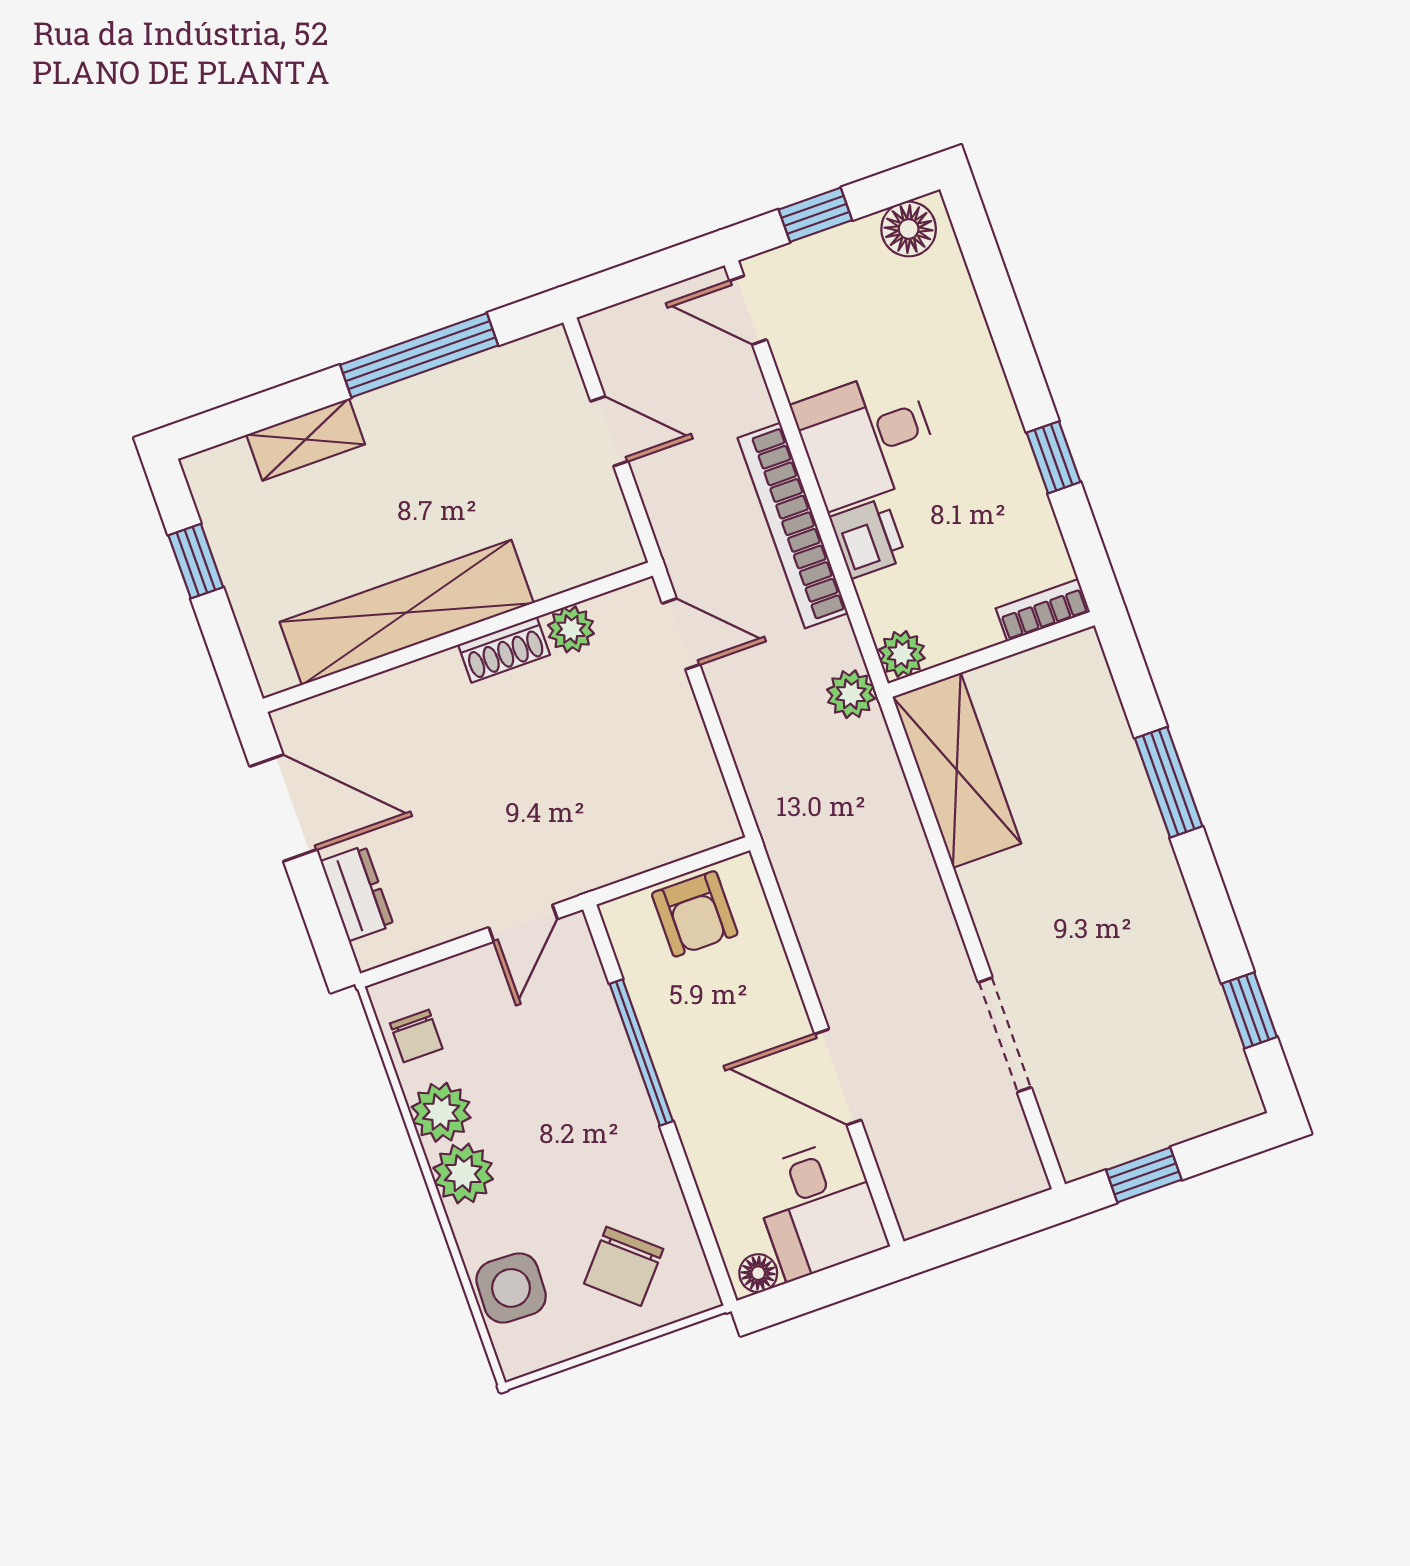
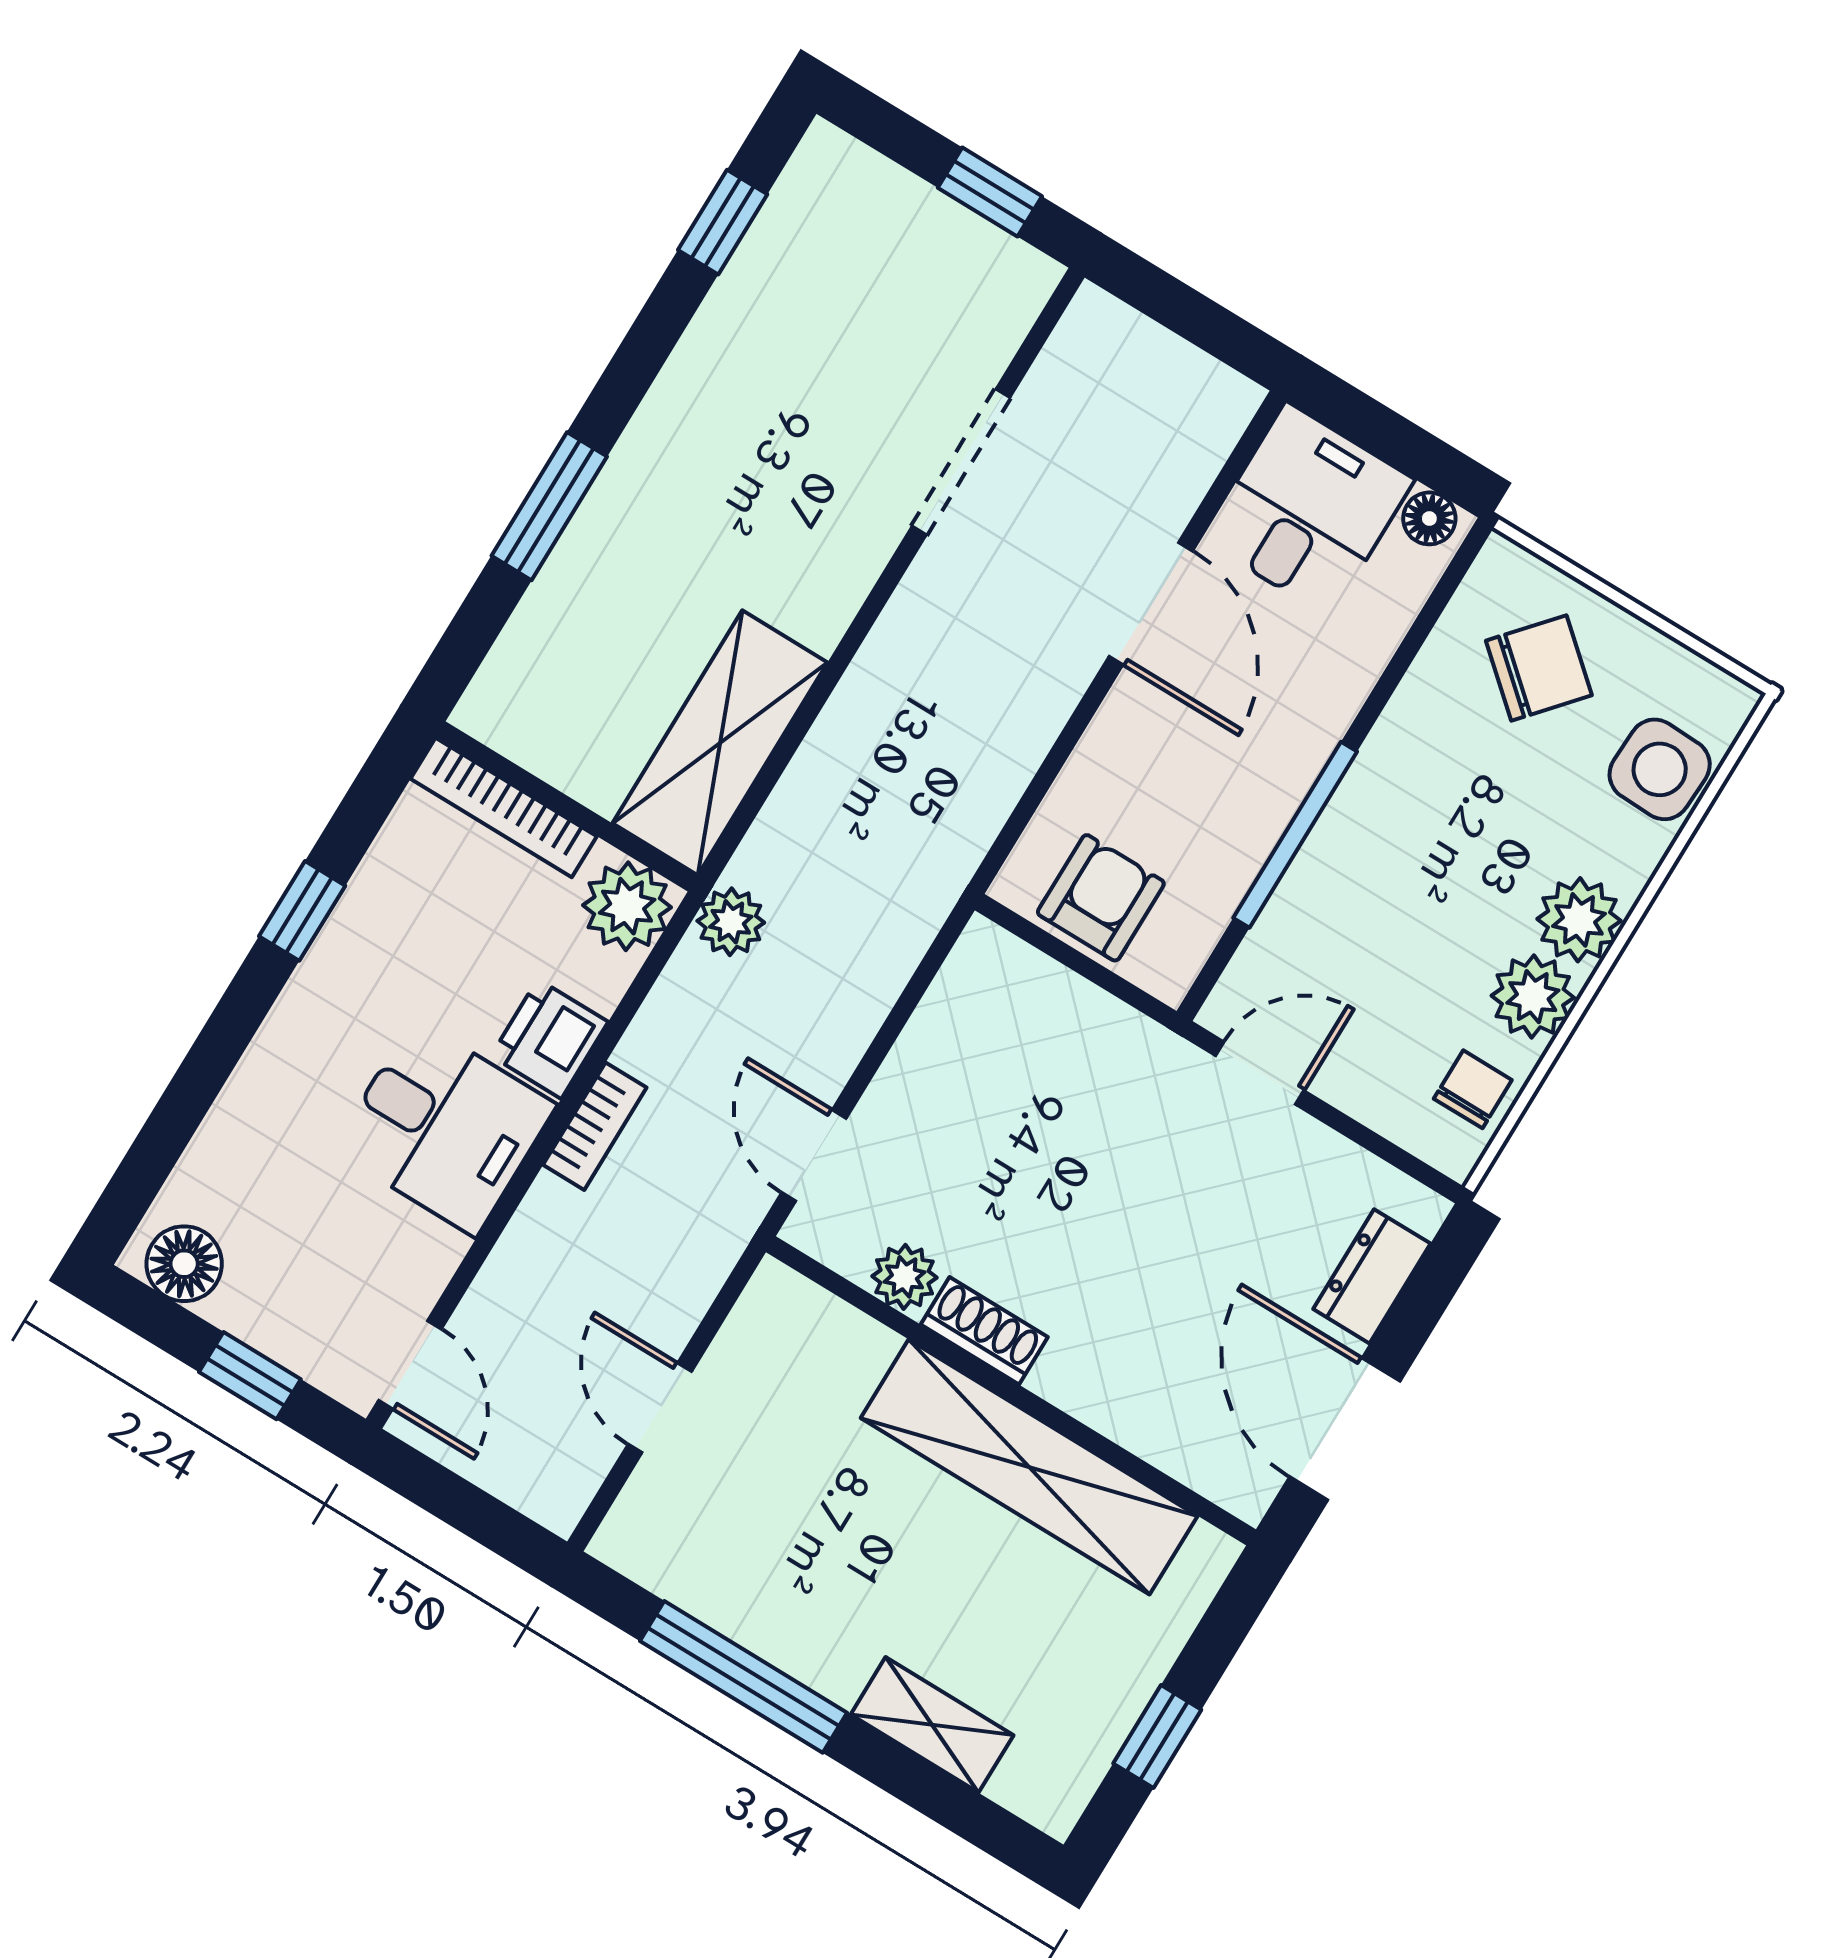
bookcase: (793, 526) -> (595, 1126), width x0.43, depth x0.76
bookcase: (1043, 610) -> (504, 807), width x1.56
plant: (902, 654) -> (627, 906), width x1.38, depth x1.38

